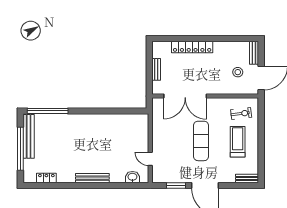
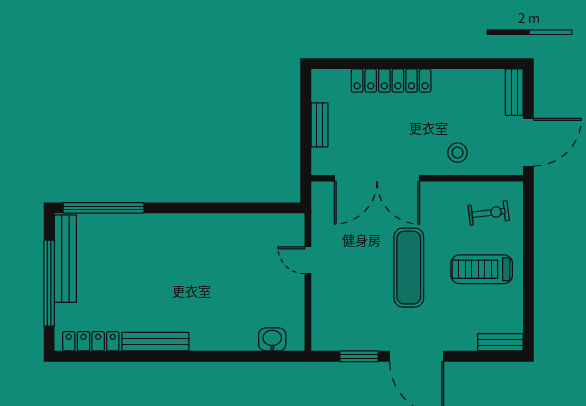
stool: (238, 72) -> (458, 153), moved
treadmill: (238, 142) -> (482, 269), turned -90
door: (150, 159) -> (308, 260), moved
locker: (46, 178) -> (91, 341), width x1.53
bench: (92, 178) -> (155, 342), moved

